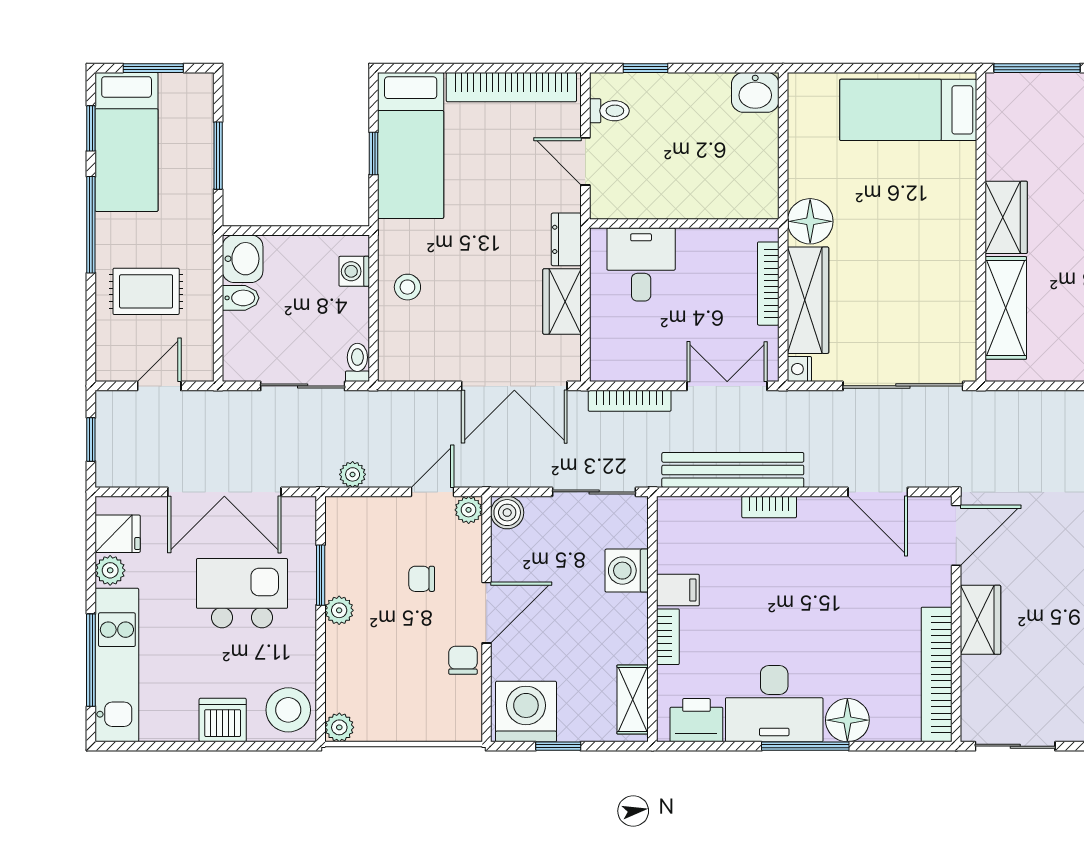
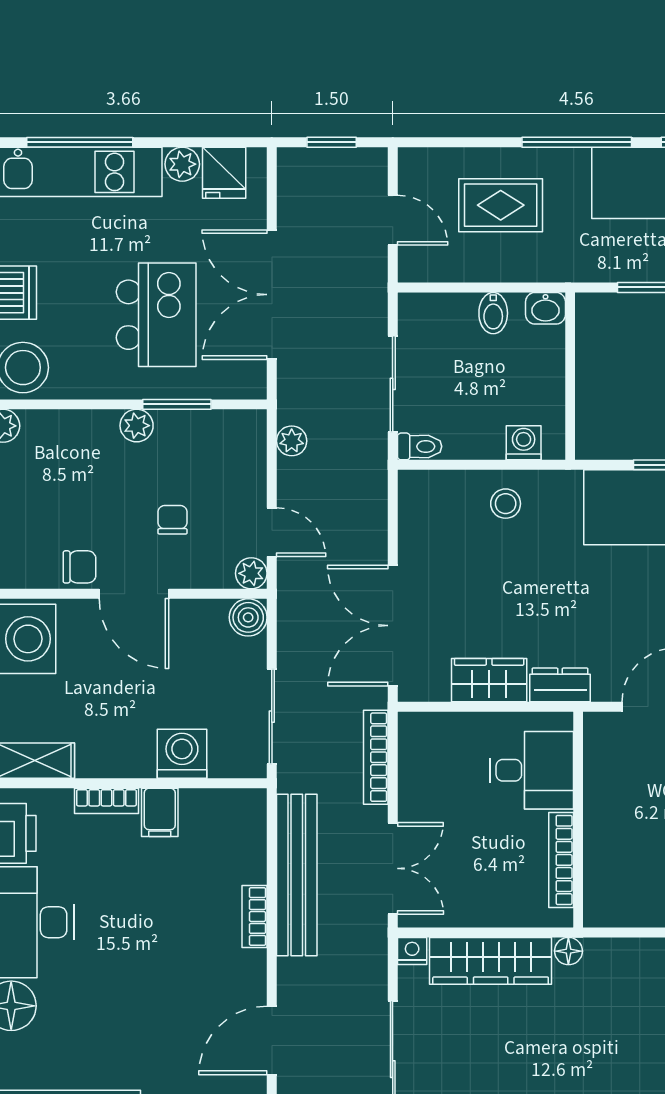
floor lamp: (810, 221) -> (568, 951), width x0.53, depth x0.53
washbasin: (243, 259) -> (546, 308), width x0.72, depth x0.69
bookcase: (768, 284) -> (561, 860), moved, turned -90
rug: (146, 291) -> (501, 205), turned 90

